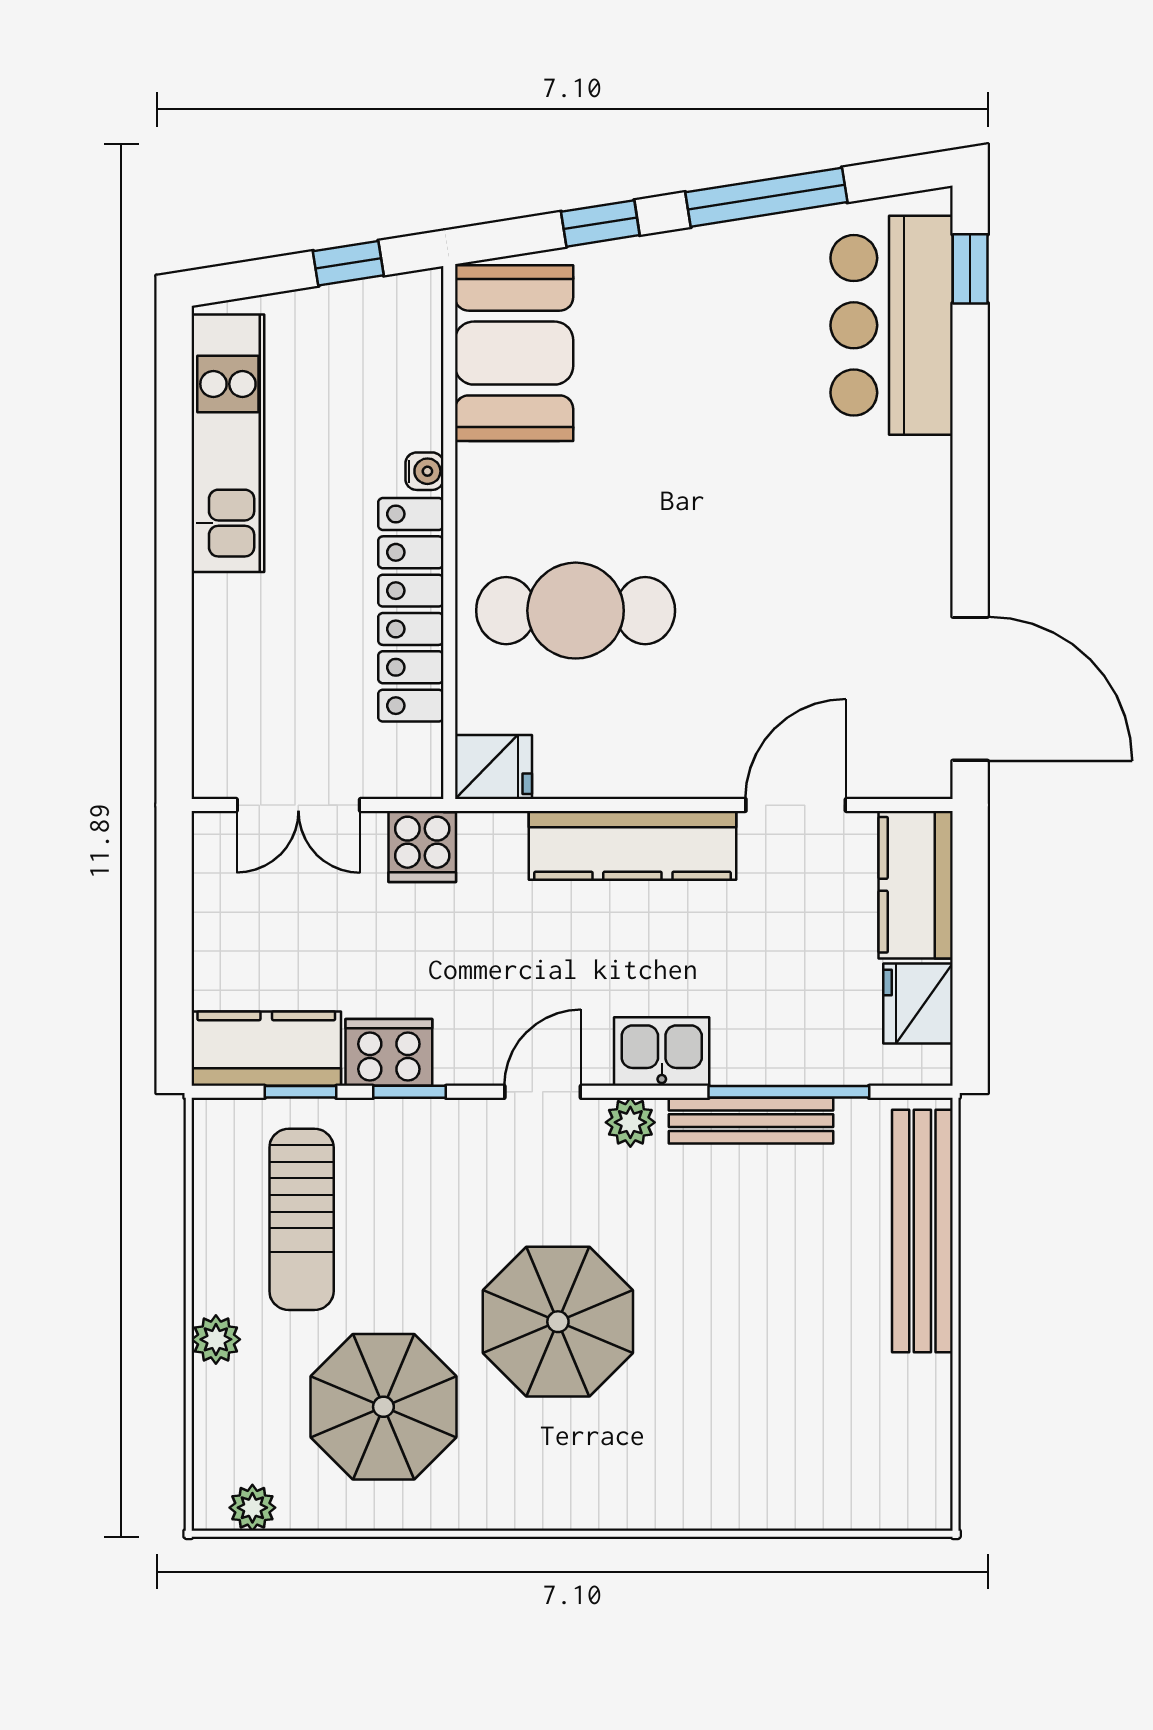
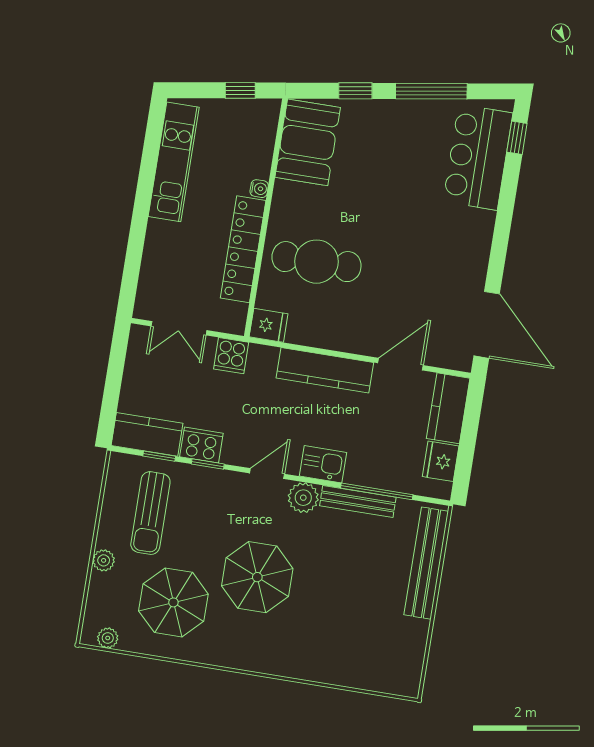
plant: (630, 1122) -> (303, 498), width x1.38, depth x1.38

